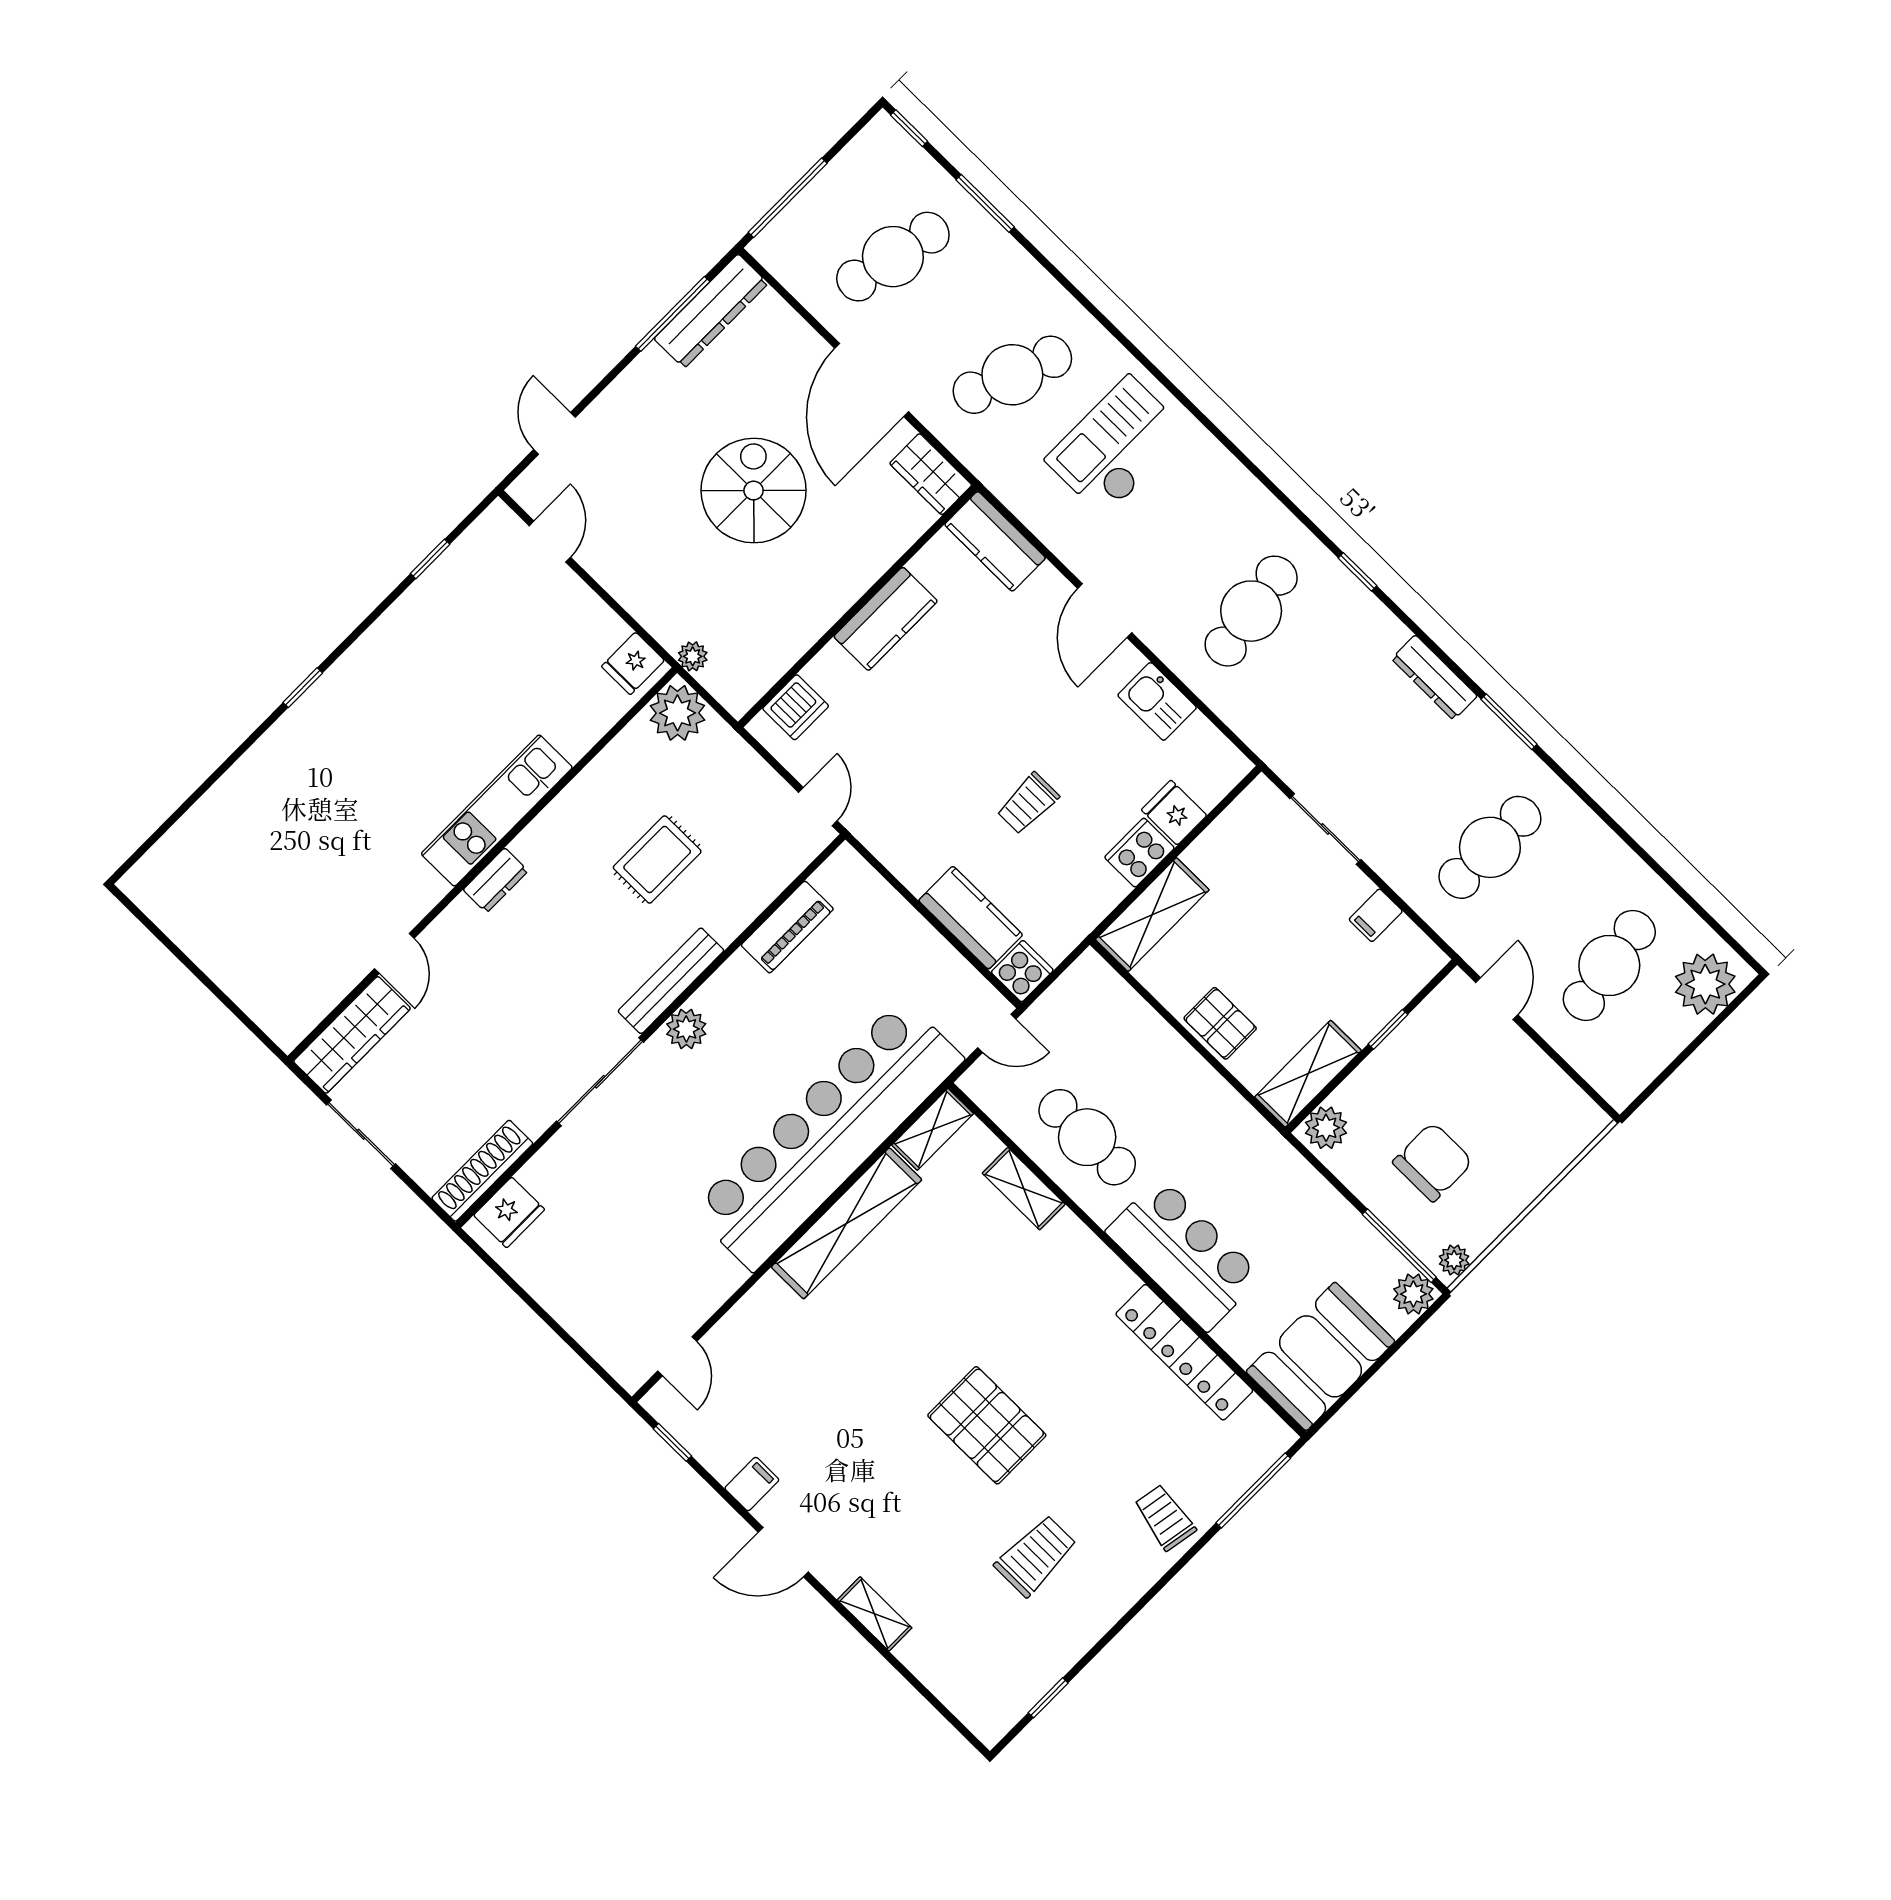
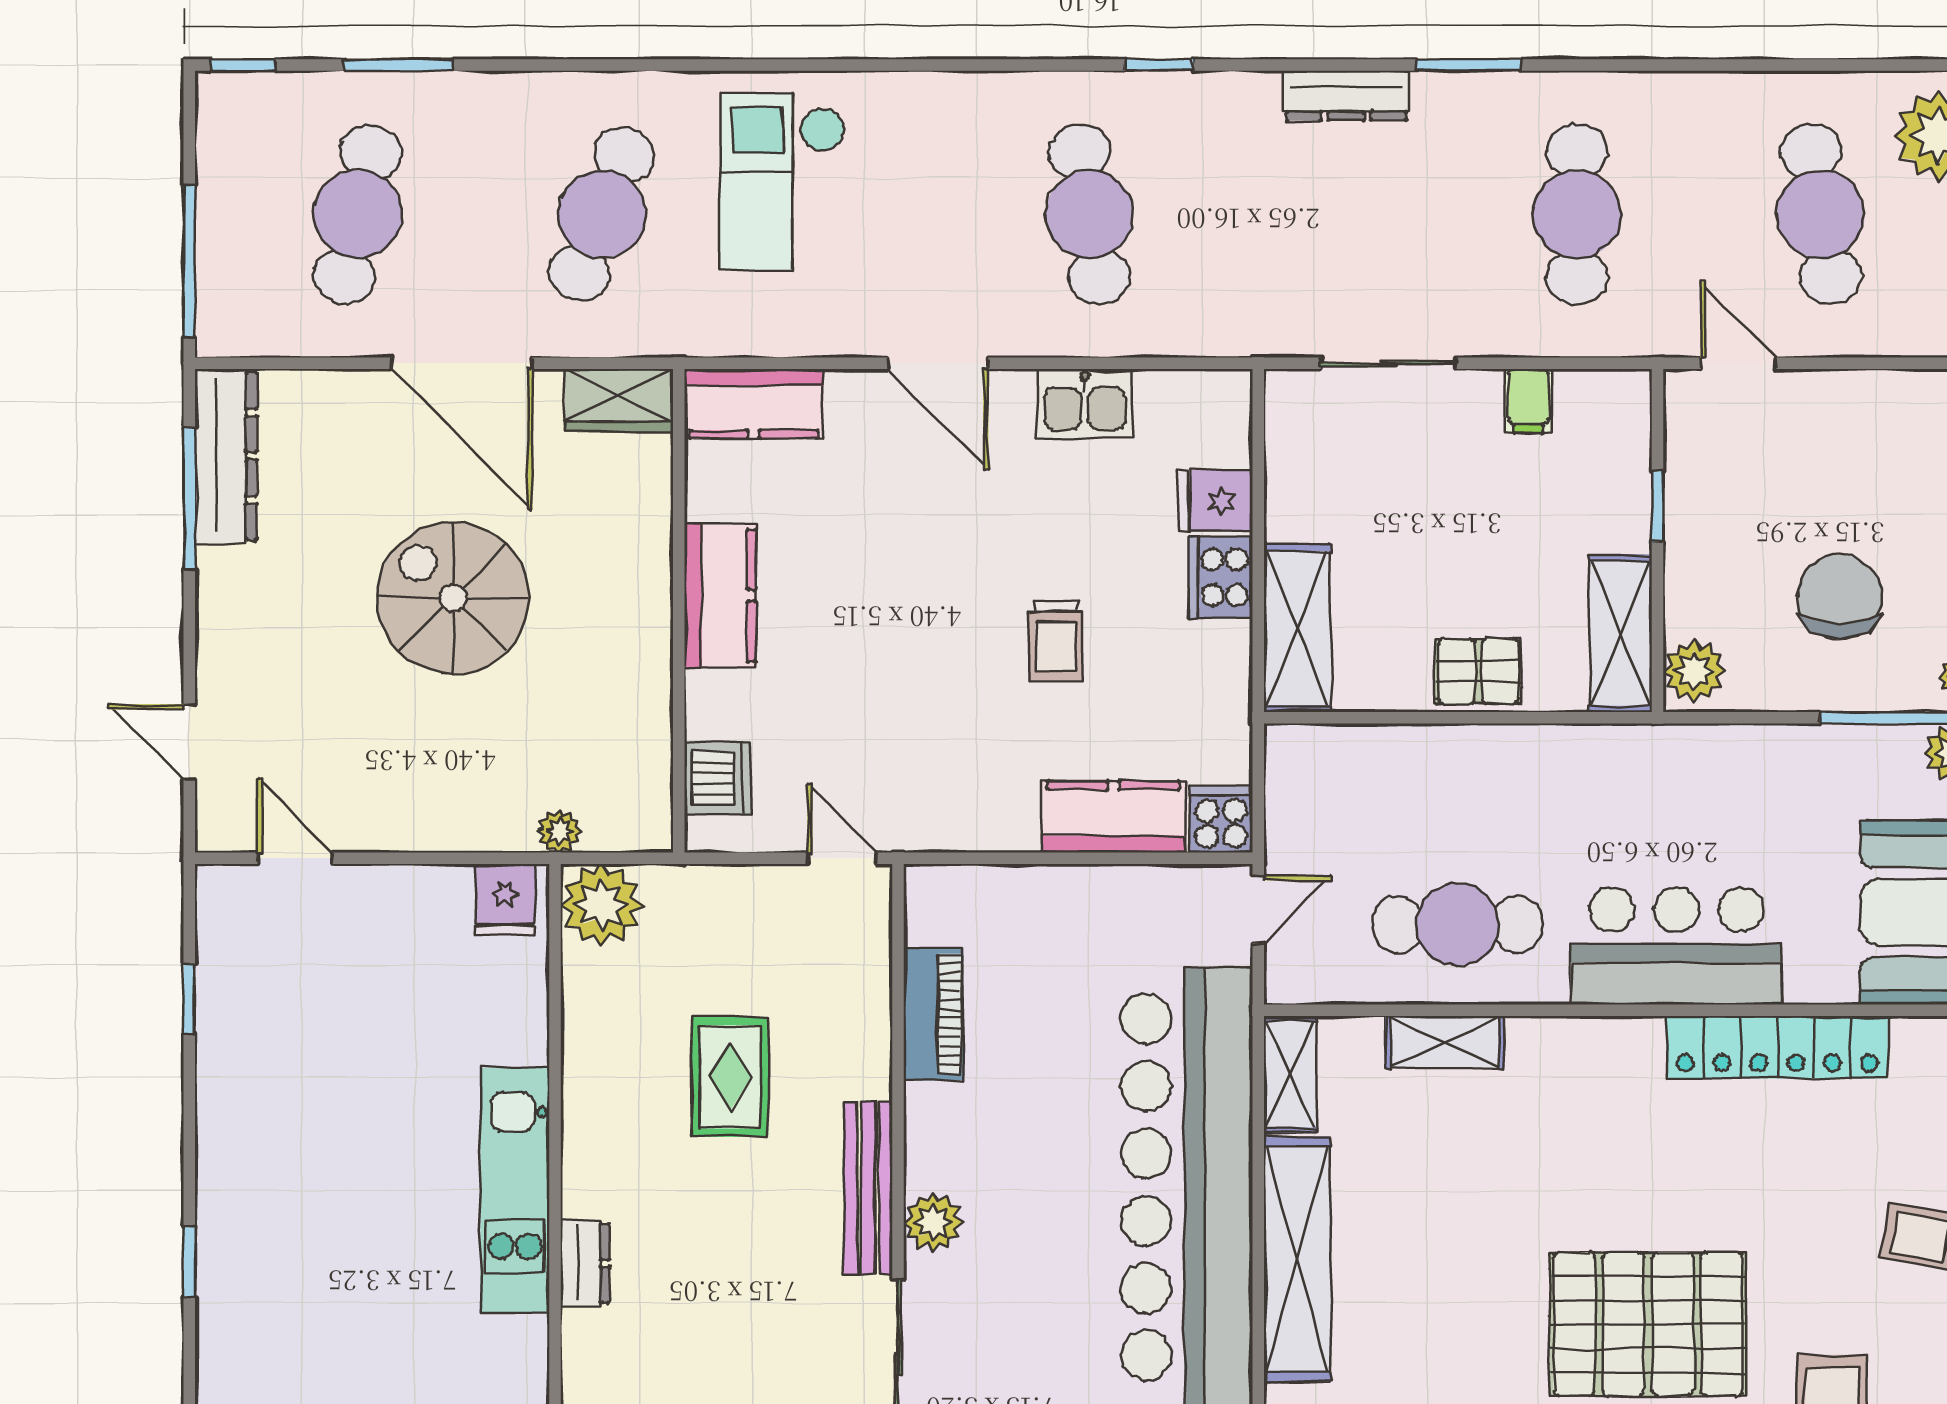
pallet: (987, 1425) -> (1648, 1324), width x1.37, depth x1.41

